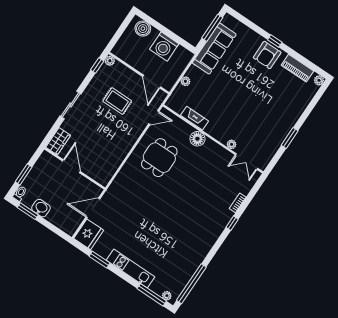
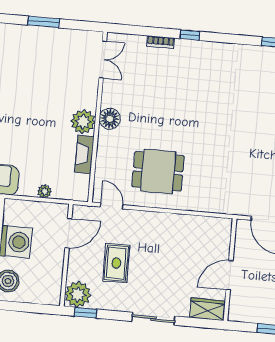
plant: (110, 61) -> (78, 294), width x1.87, depth x1.87
floor lamp: (197, 139) -> (110, 119), moved
plant: (232, 144) -> (83, 122), moved, width x1.88, depth x1.88

